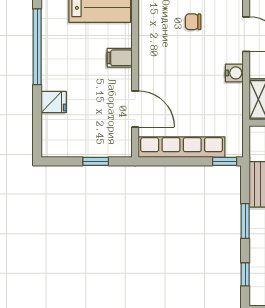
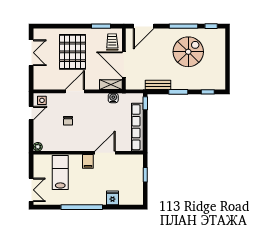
water cooler: (234, 73) -> (113, 98), moved
door: (135, 109) -> (105, 153), moved

